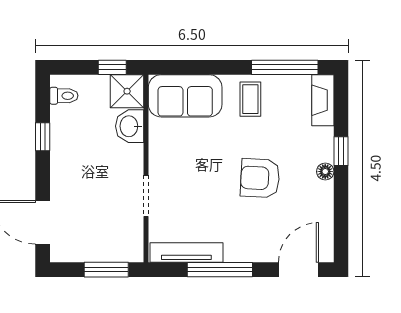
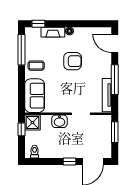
fireplace: (323, 100) -> (53, 32), moved
washbasin: (130, 126) -> (59, 121), moved
window: (43, 137) -> (69, 161), moved
window: (341, 151) -> (38, 24), moved
armchair: (260, 178) -> (73, 61), turned -93

